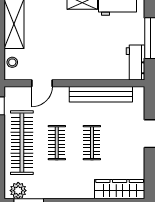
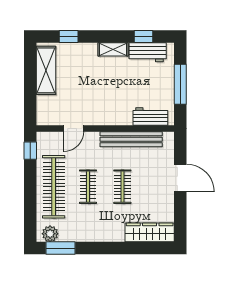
stool: (12, 62) -> (44, 108), removed
workbench: (136, 62) -> (150, 117), moved, turned 90

